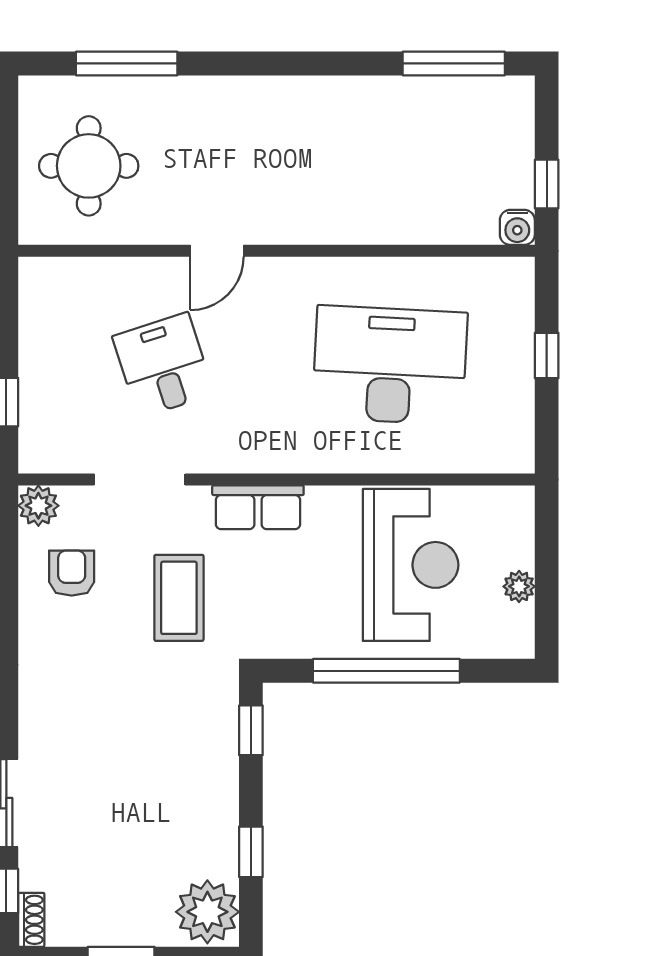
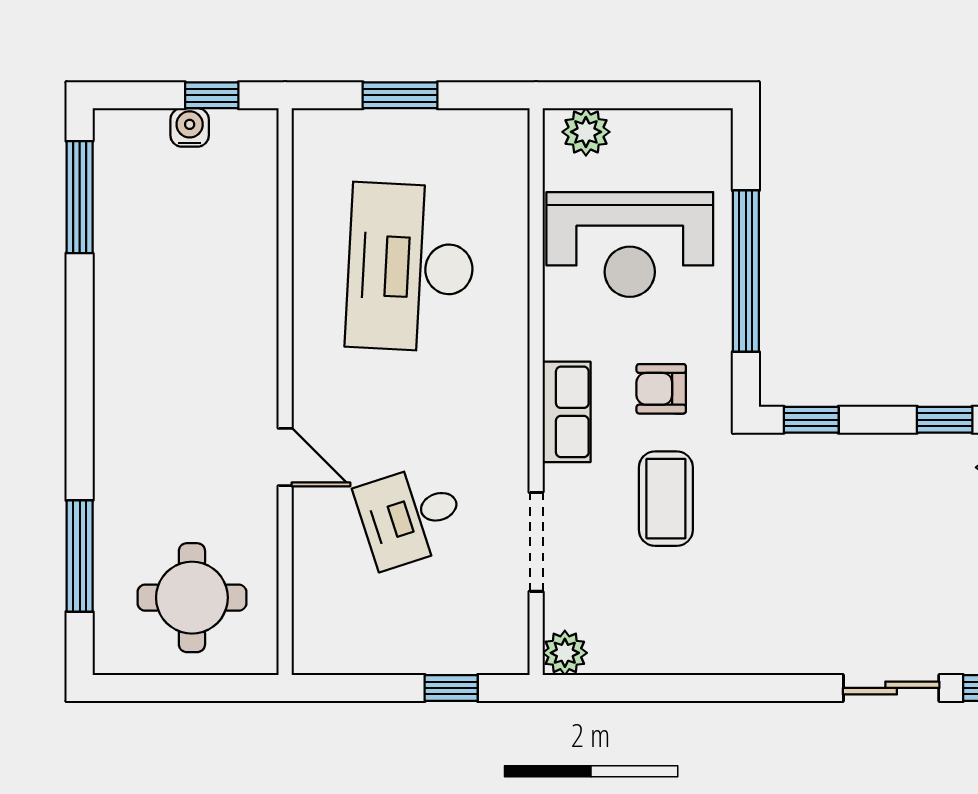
water cooler: (517, 227) -> (190, 127), moved, turned -90
window: (547, 356) -> (400, 95), width x1.50
reception desk: (411, 565) -> (630, 245), turned 180
armchair: (72, 573) -> (661, 389), moved
plant: (519, 586) -> (586, 132), moved, width x1.38, depth x1.38
coffee table: (179, 598) -> (666, 499), turned 90

